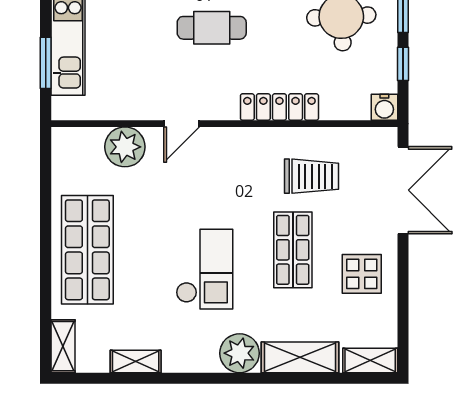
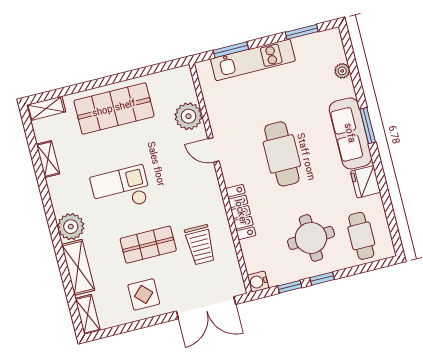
cafe table: (212, 28) -> (282, 154), width x1.37, depth x1.35
checkout: (205, 269) -> (121, 189), turned 180

